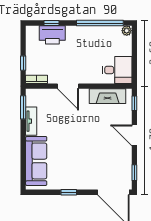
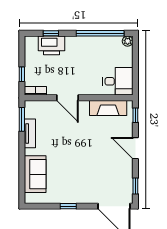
sofa: (36, 161) -> (35, 174), width x0.73

